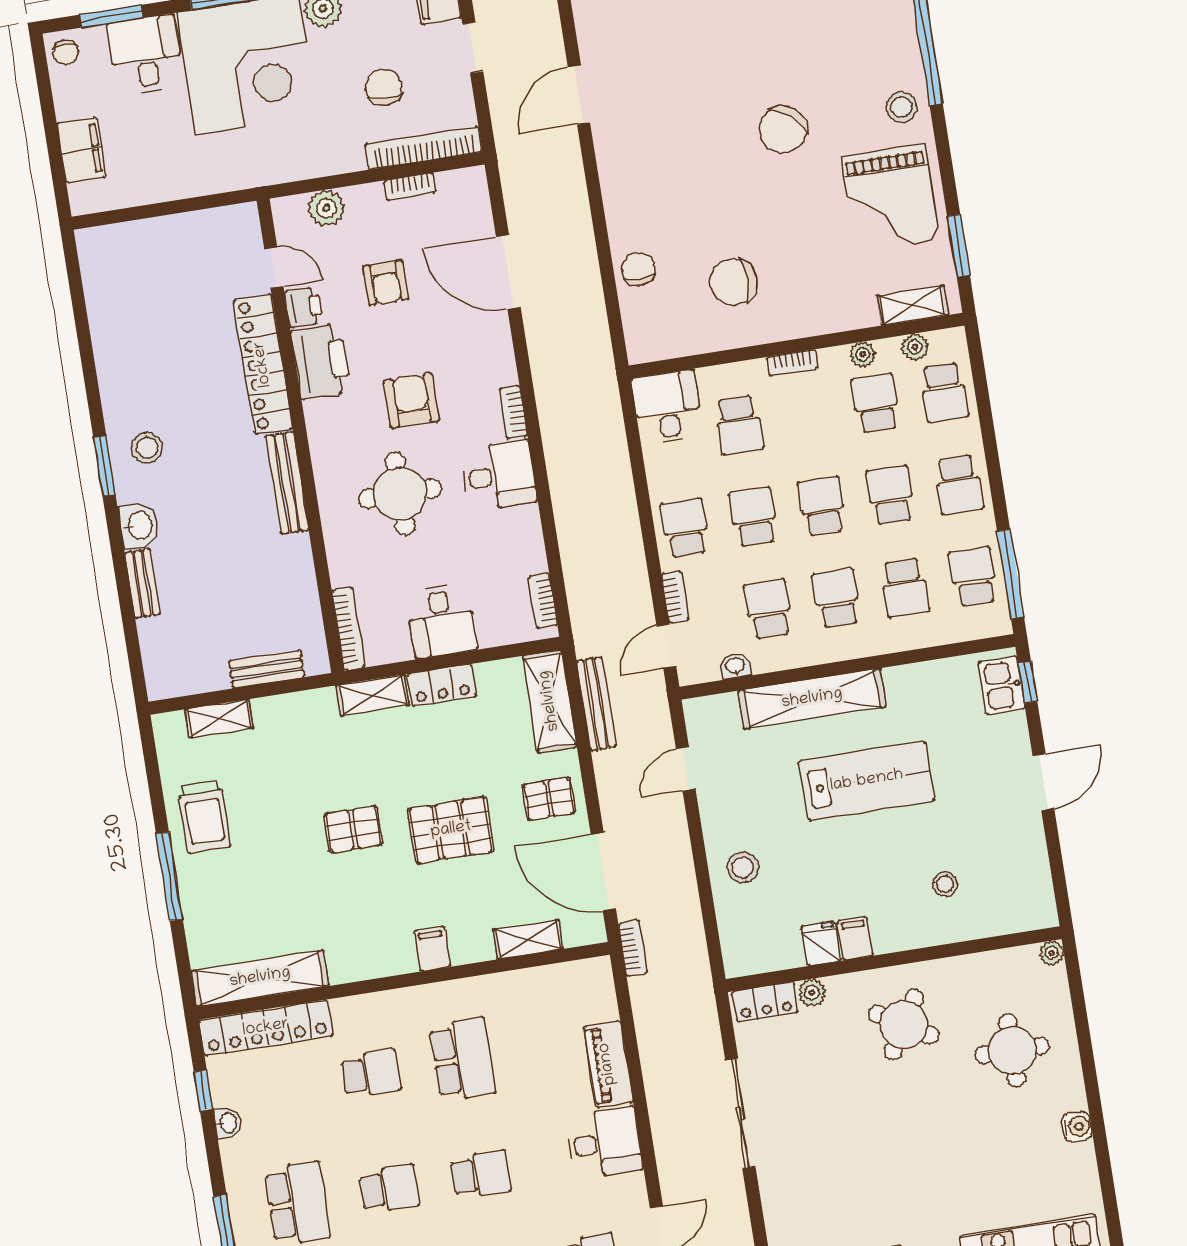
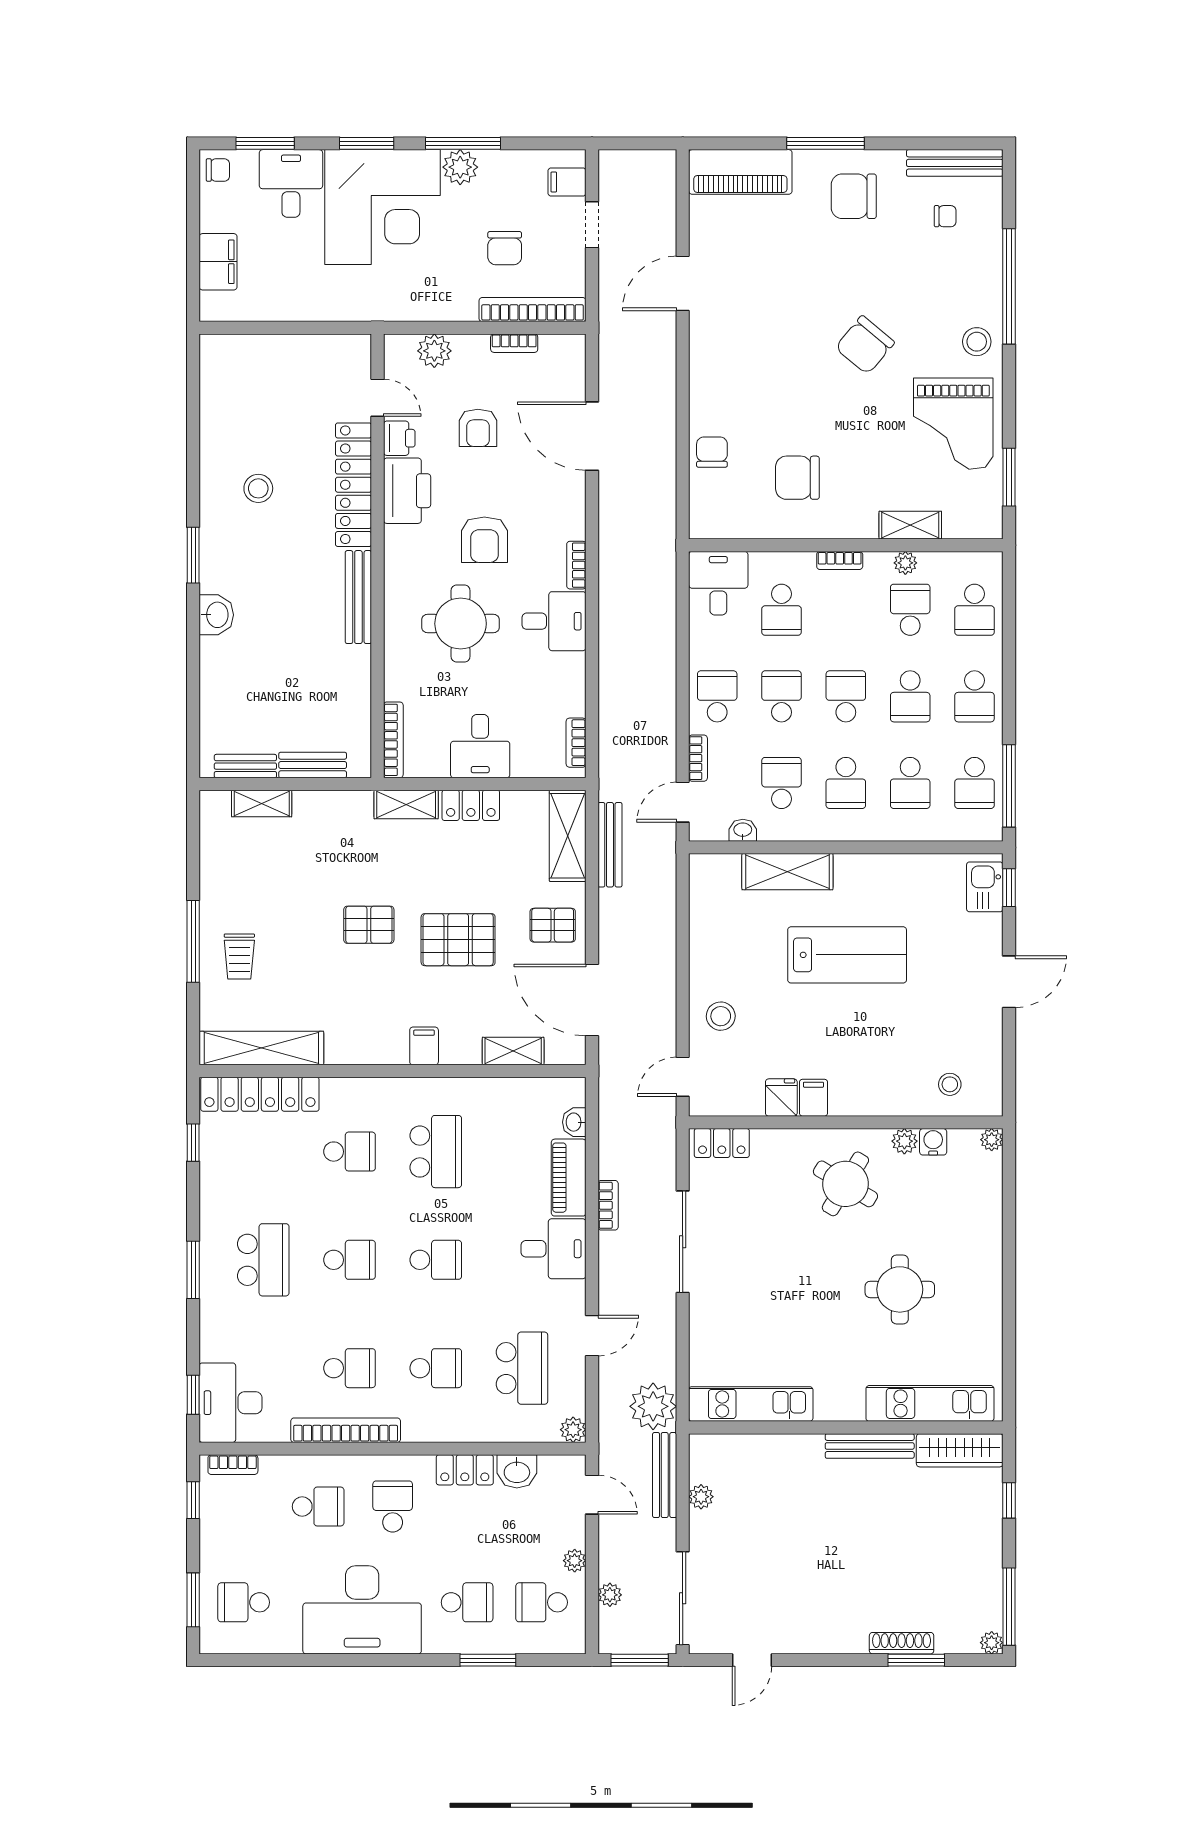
chair: (66, 52) -> (218, 170), turned -90
chair: (384, 87) -> (505, 248), turned 180
shelving: (913, 305) -> (910, 525), moved
plant: (915, 347) -> (954, 564), removed
armchair: (411, 401) -> (484, 540), turned 180
stool: (147, 448) -> (258, 488), moved
school desk: (890, 495) -> (910, 696), turned 180
school desk: (973, 577) -> (975, 783), turned 180
bench: (142, 583) -> (245, 766), moved, turned 90
school desk: (837, 598) -> (846, 783), turned 180
shelving: (812, 699) -> (787, 872), width x0.68
door: (686, 769) -> (683, 1077), moved
trolley: (204, 817) -> (239, 956), moved, width x0.73, depth x0.72
stool: (945, 884) -> (950, 1084), moved
bookcase: (633, 948) -> (608, 1205), moved
plant: (812, 993) -> (904, 1141), moved
round table: (1012, 1050) -> (900, 1289), moved
washbasin: (228, 1123) -> (574, 1122), moved, turned 180
water cooler: (1077, 1127) -> (933, 1142), moved, turned -90

